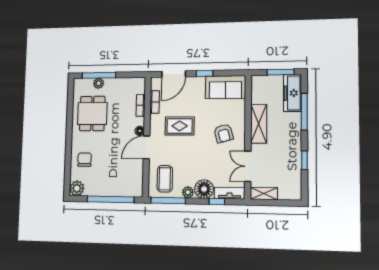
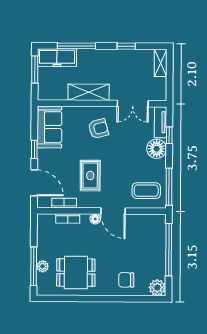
plant: (188, 192) -> (160, 166), removed
shelving: (264, 194) -> (161, 63), moved

